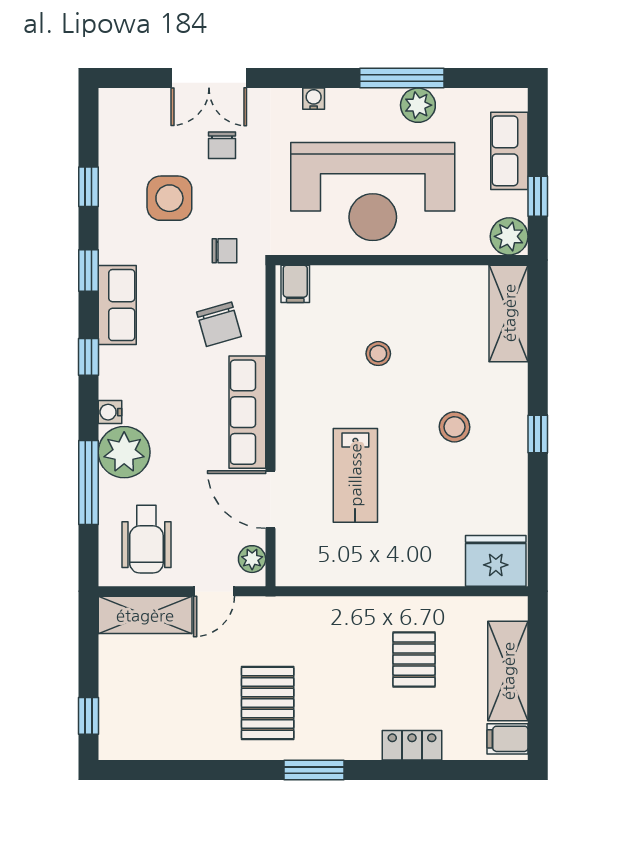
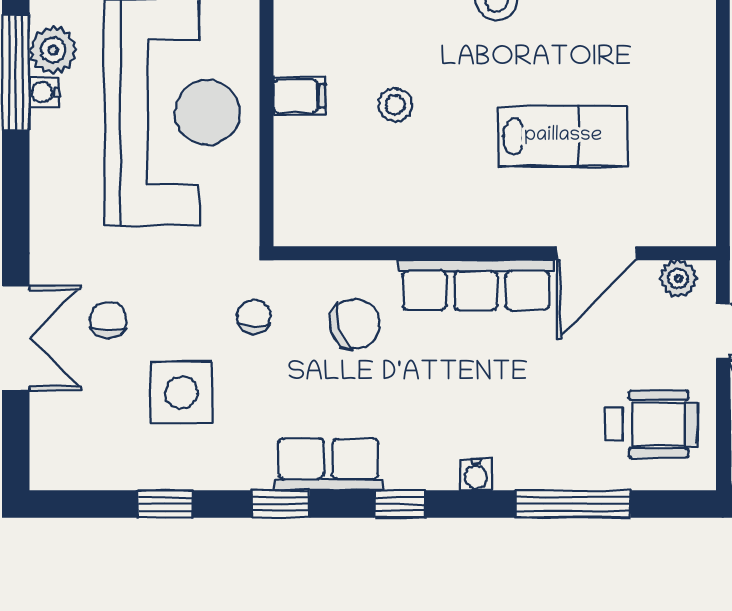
water cooler: (314, 99) -> (44, 92), moved
chair: (222, 145) -> (108, 320), turned -90
filing cabinet: (295, 284) -> (299, 96), moved
plant: (124, 452) -> (531, 455), removed

